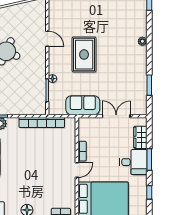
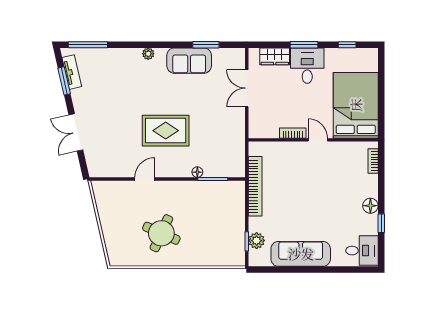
sofa: (83, 105) -> (189, 61), moved, turned -90

